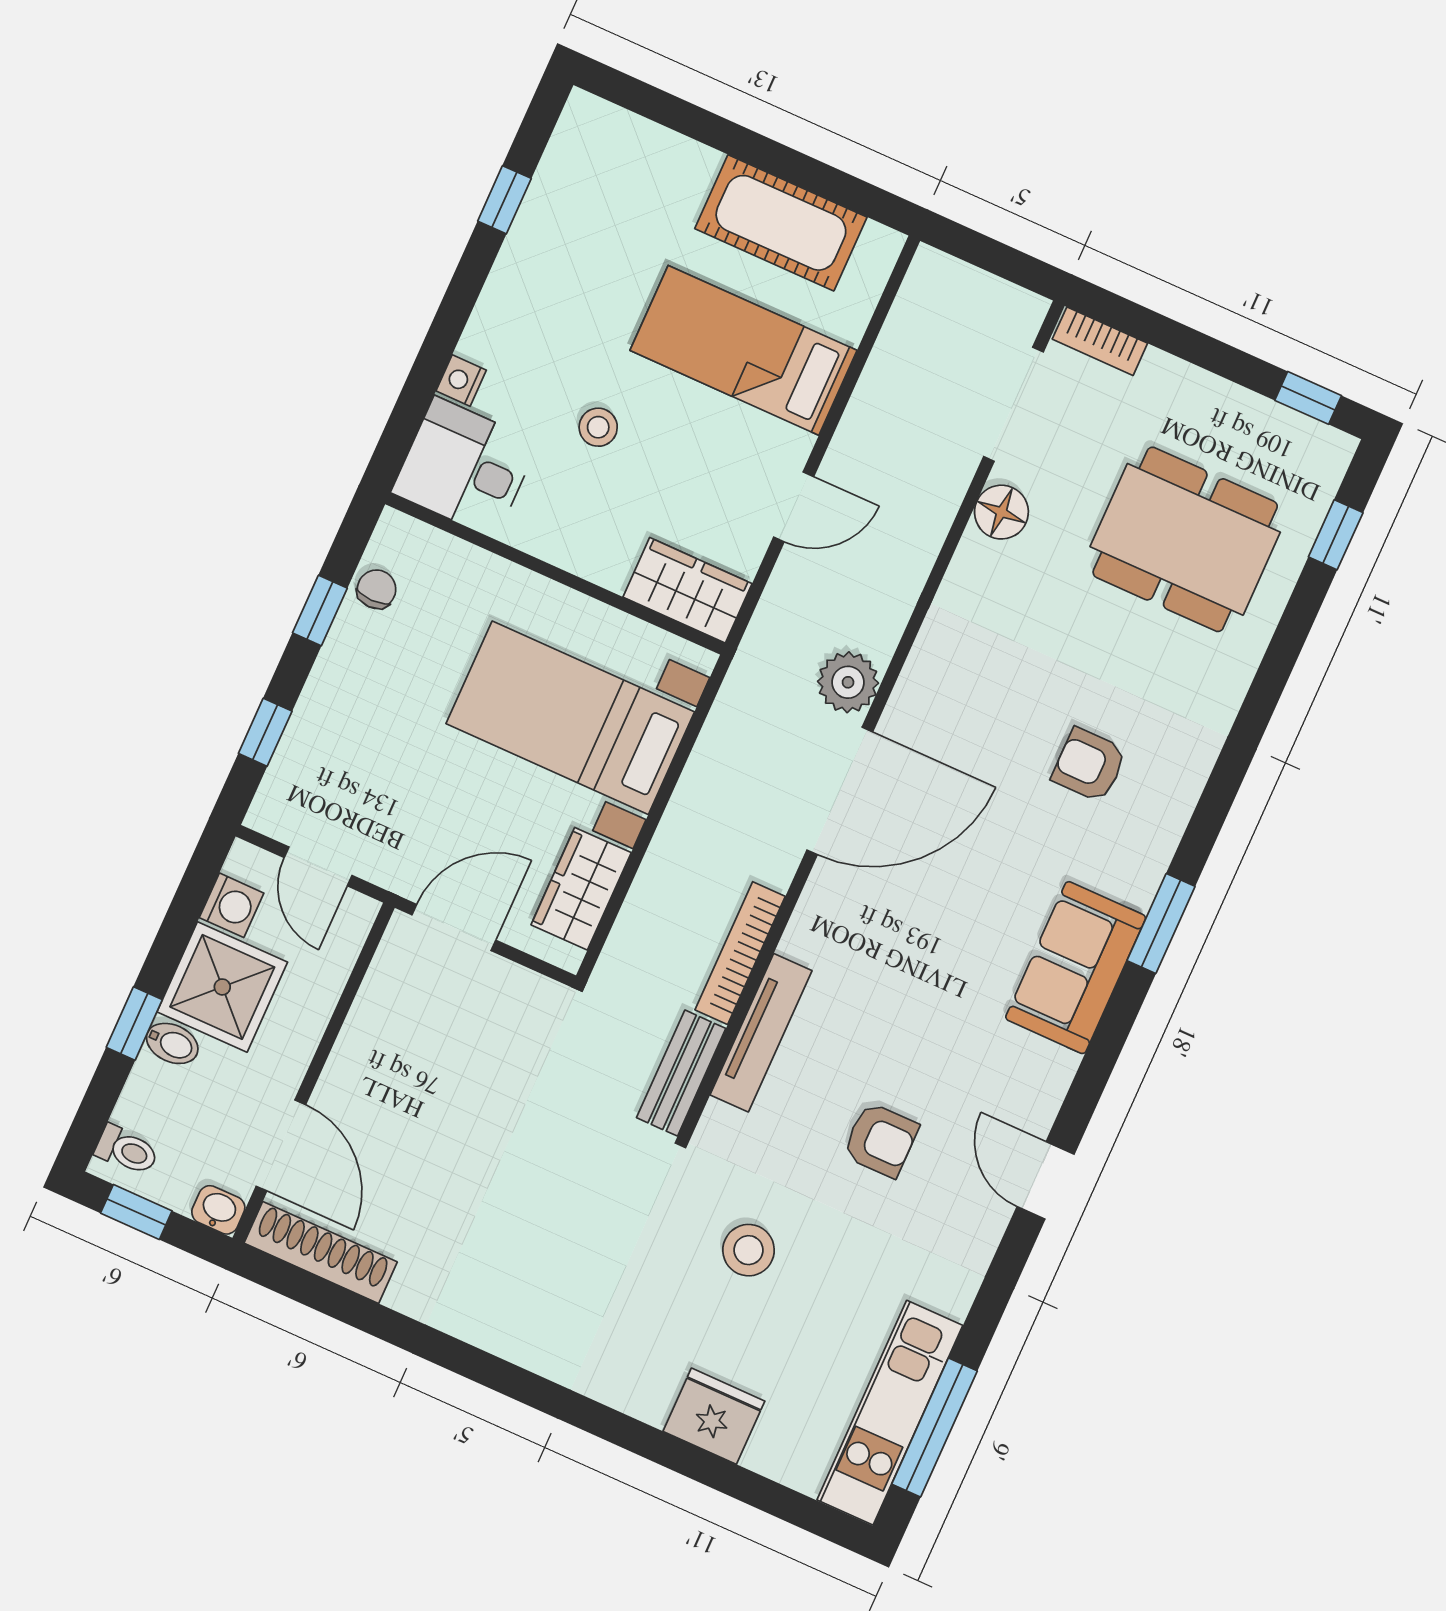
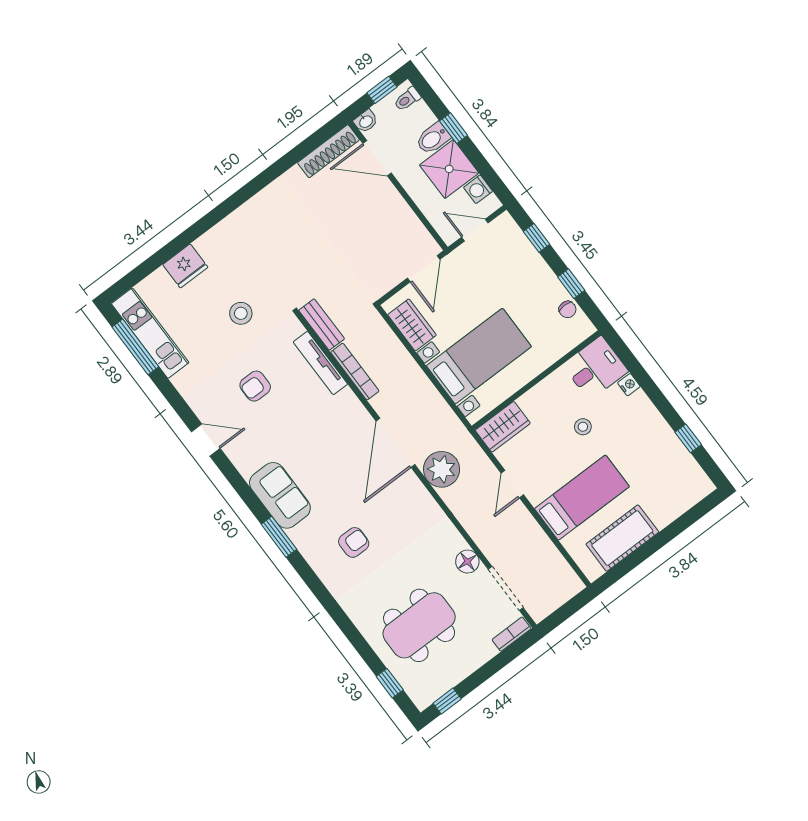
plant: (848, 682) -> (442, 469), width x1.36, depth x1.36
bidet: (172, 1043) -> (433, 138), width x1.38, depth x1.36

